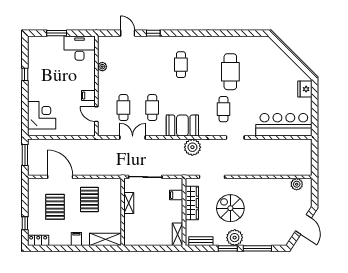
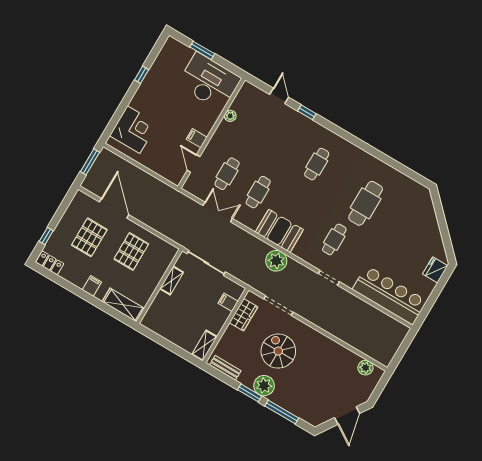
desk: (80, 48) -> (209, 82), width x1.36, depth x1.30
wardrobe: (192, 203) -> (244, 315), width x0.67

